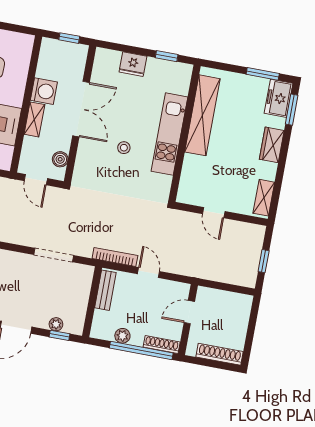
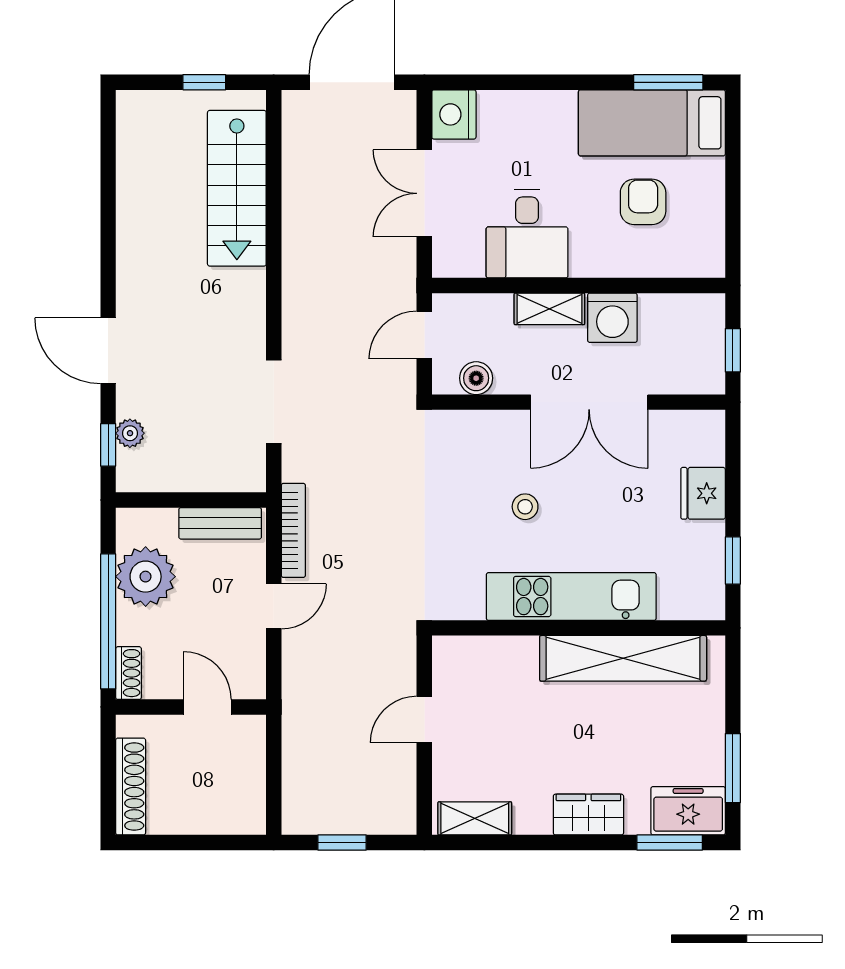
plant: (122, 336) -> (146, 577), width x1.88, depth x1.88
shoe rack: (162, 345) -> (128, 673), width x0.70

